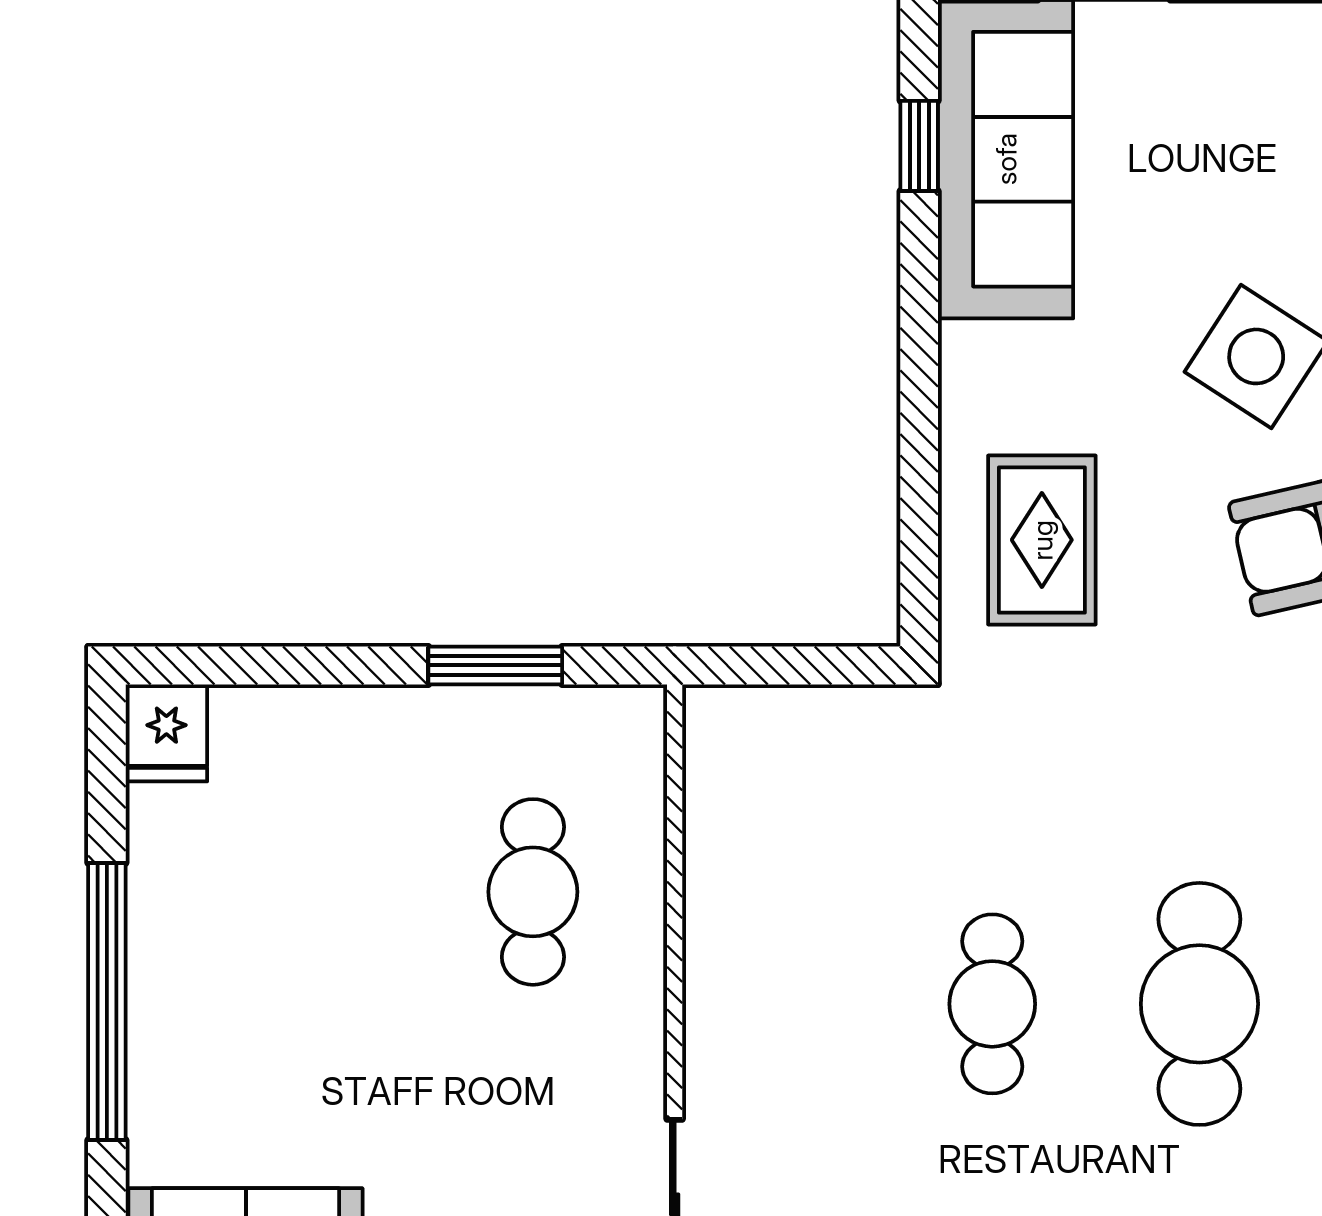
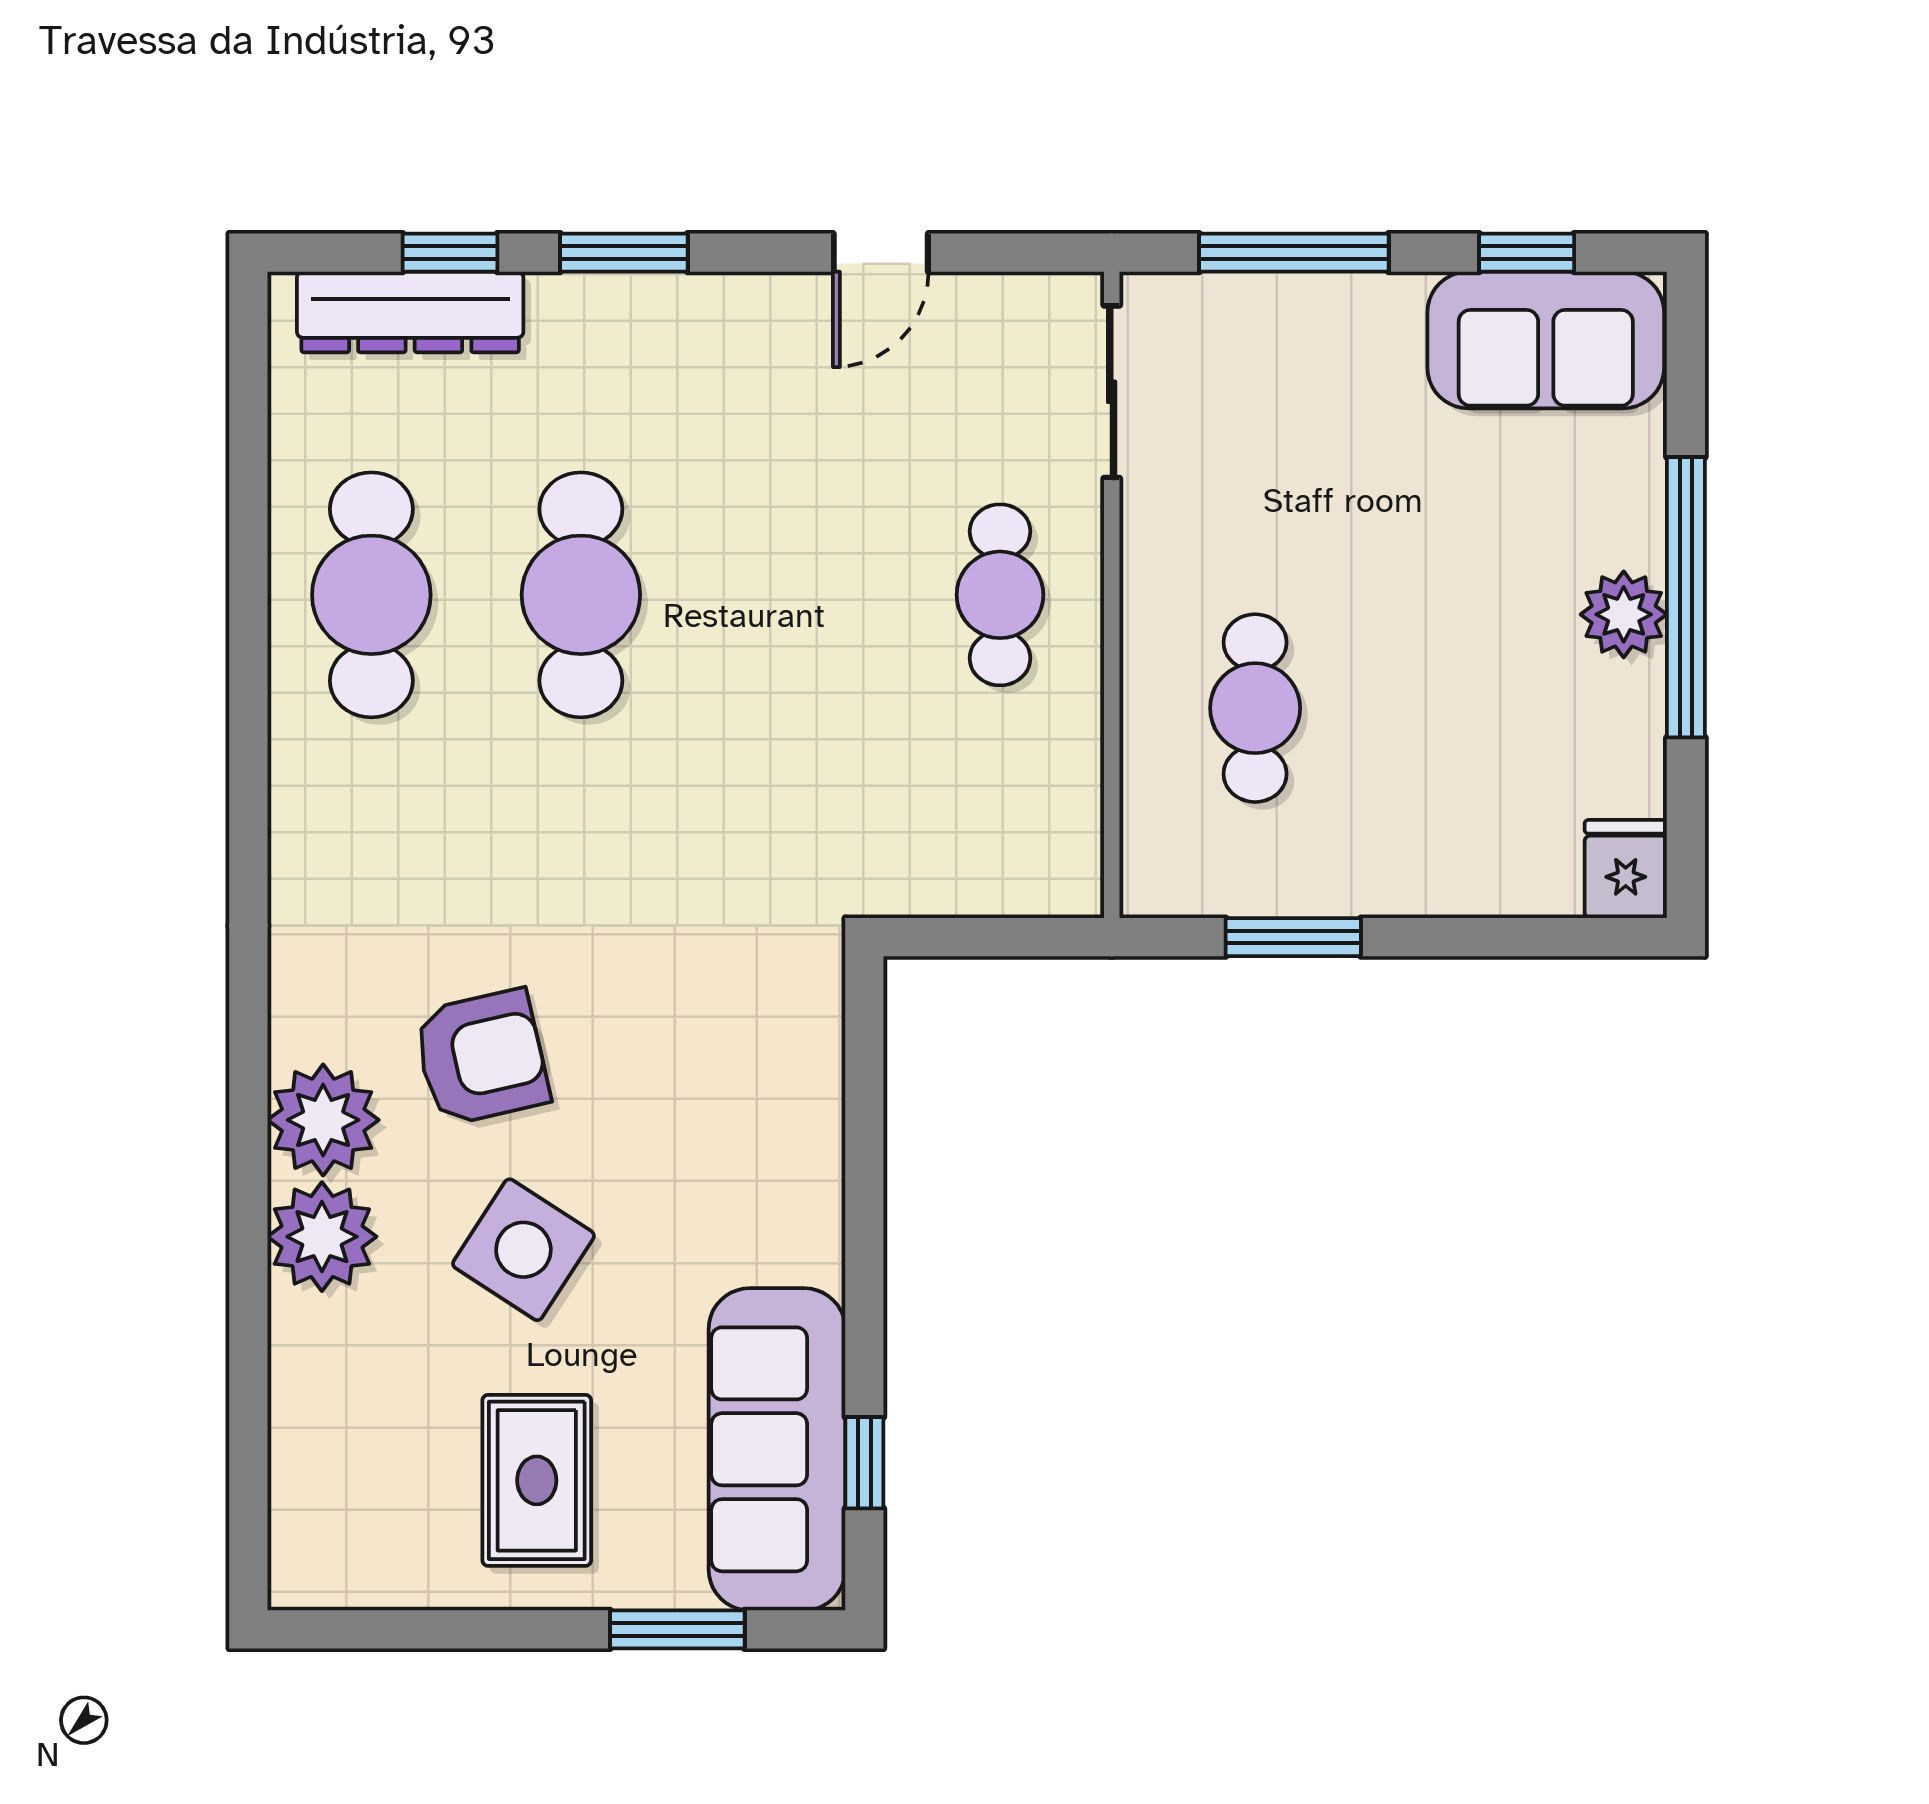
rug: (1042, 540) -> (537, 1480), moved
plant: (168, 985) -> (1624, 614), added
cafe table: (992, 1004) -> (1000, 595), moved

